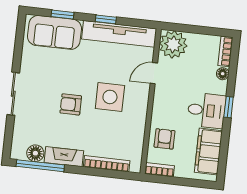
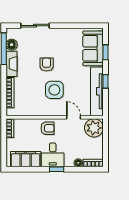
sliding door: (13, 94) -> (35, 26), moved
armchair: (165, 139) -> (47, 128), moved

